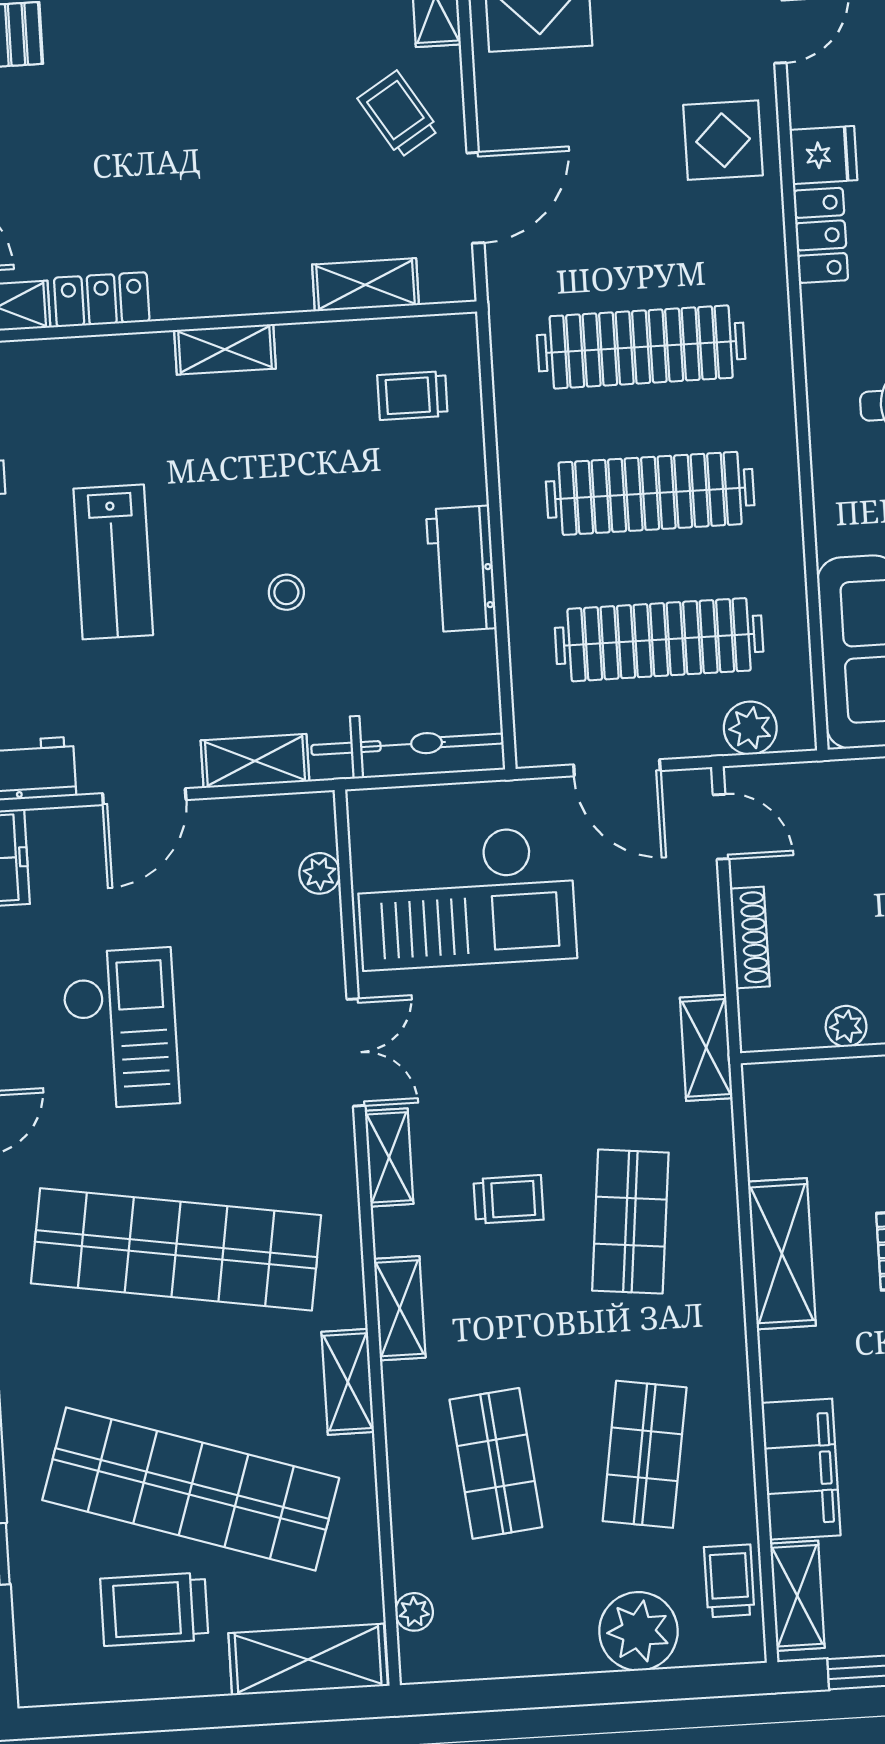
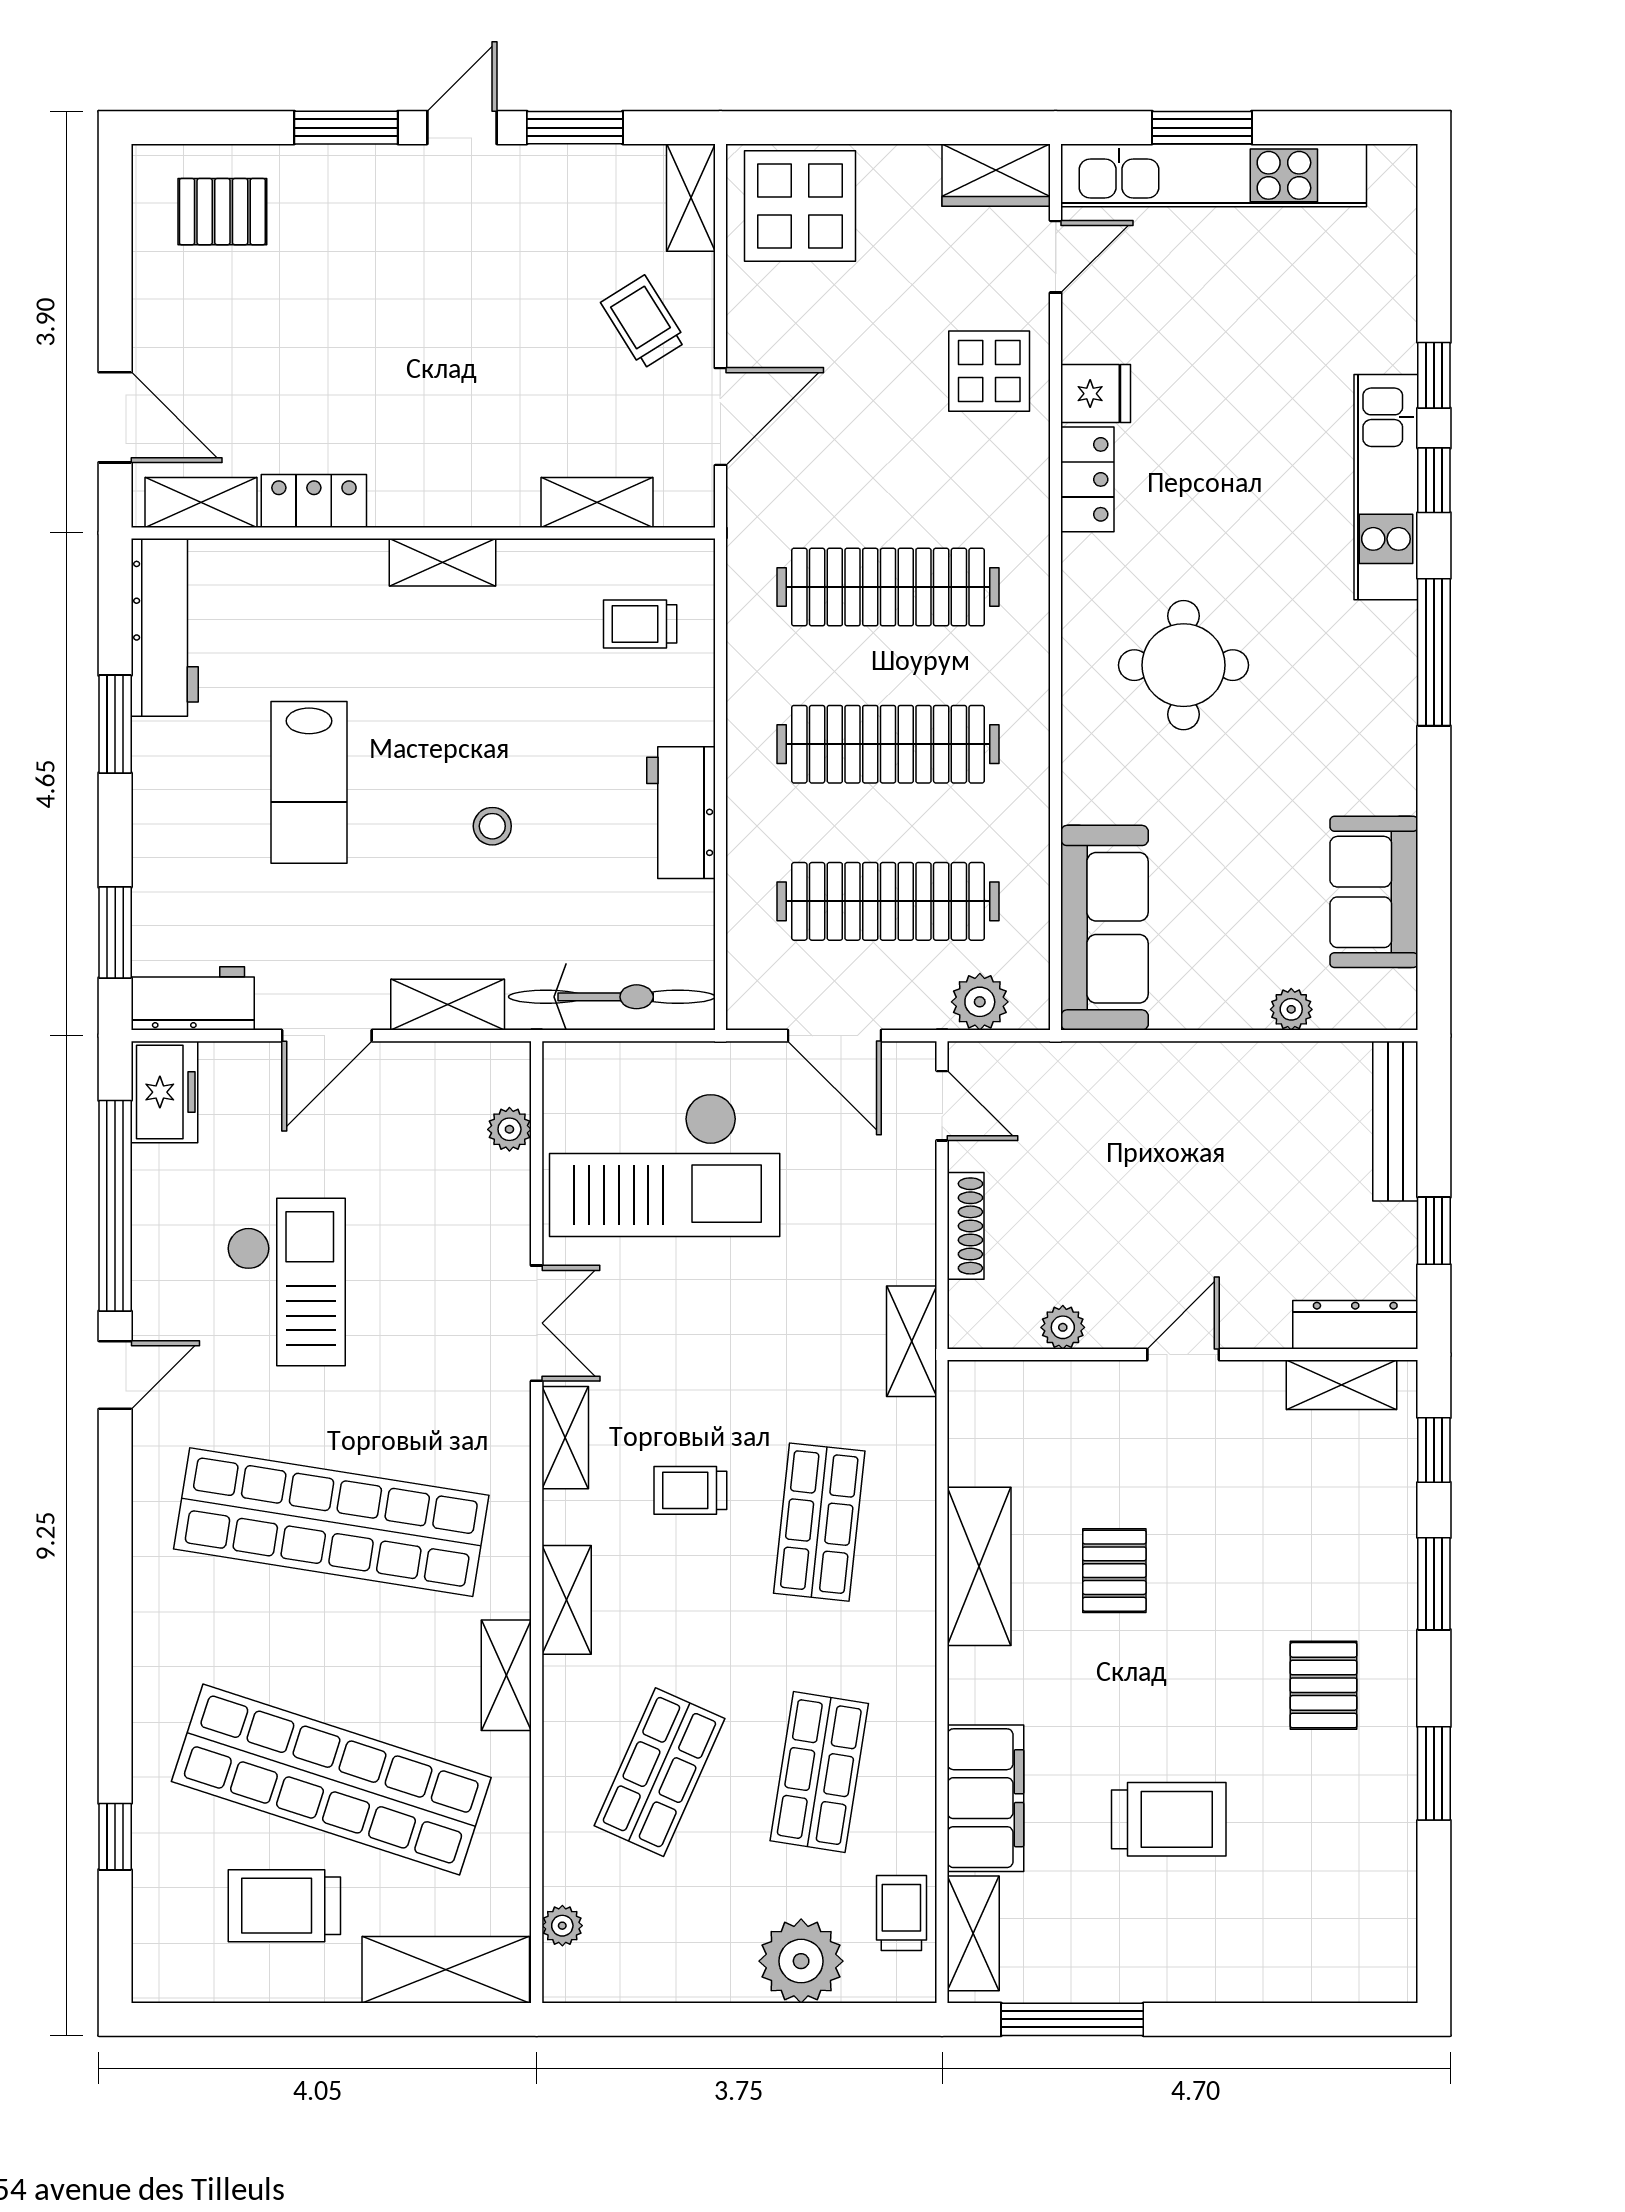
trolley: (509, 1199) -> (690, 1490), turned 180
shop shelf: (496, 1463) -> (659, 1772), turned 30

